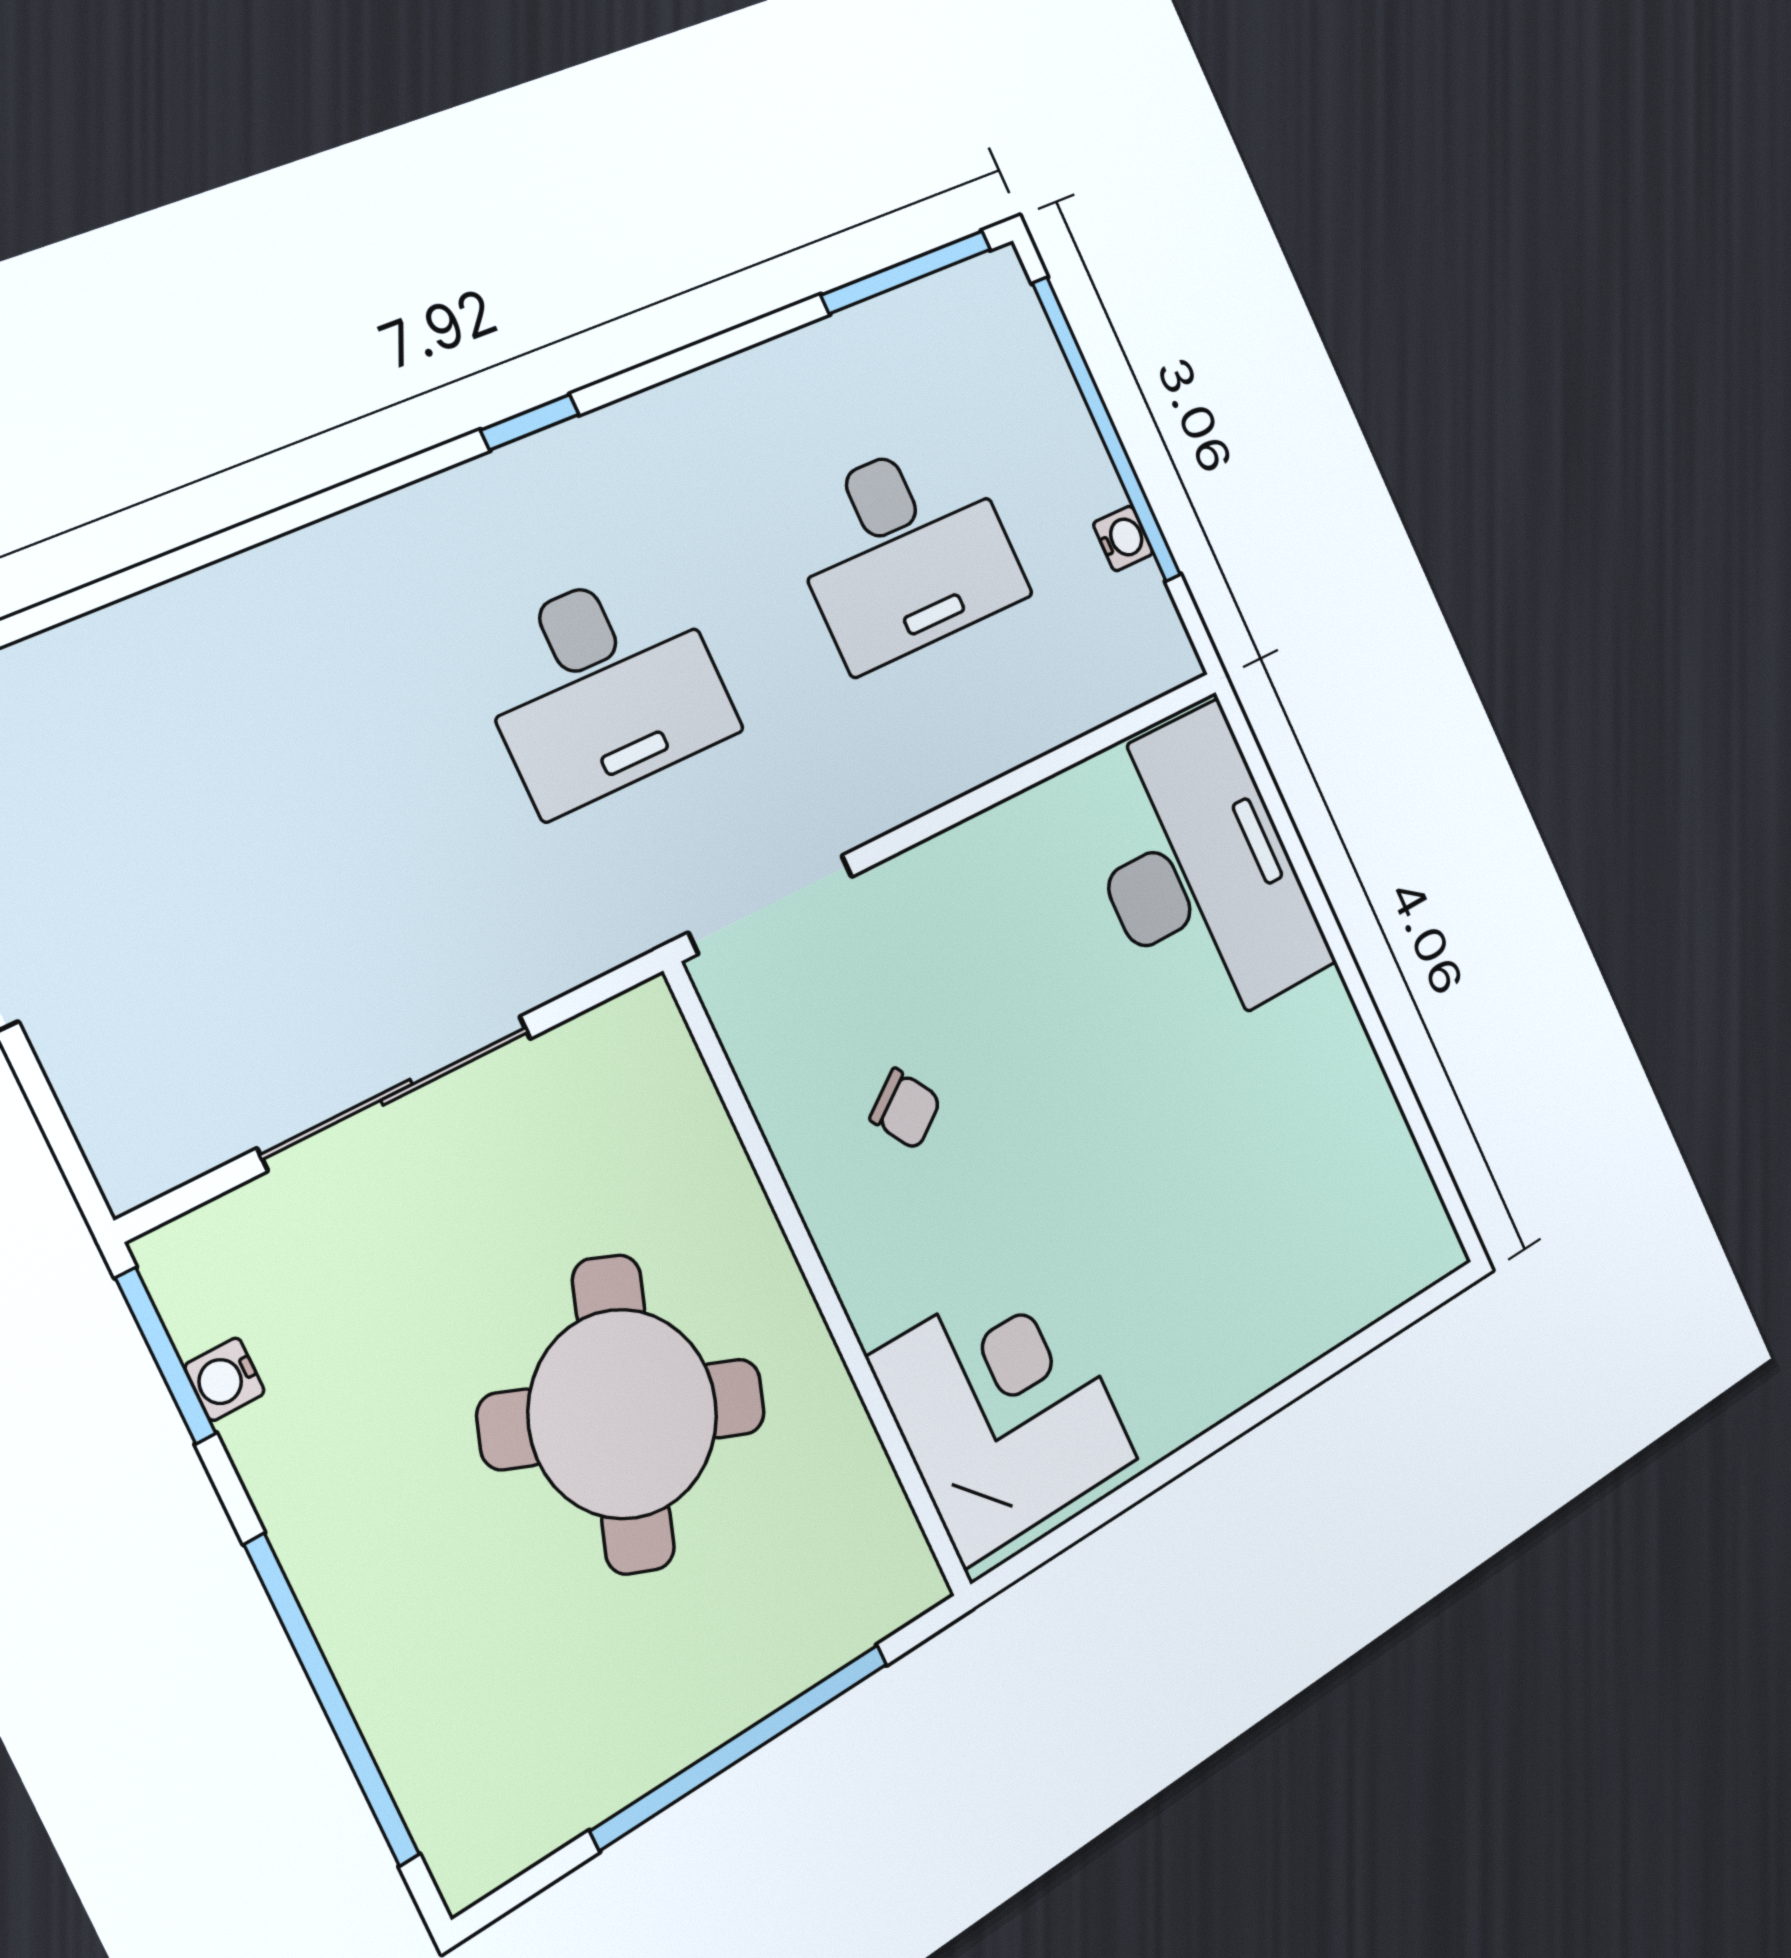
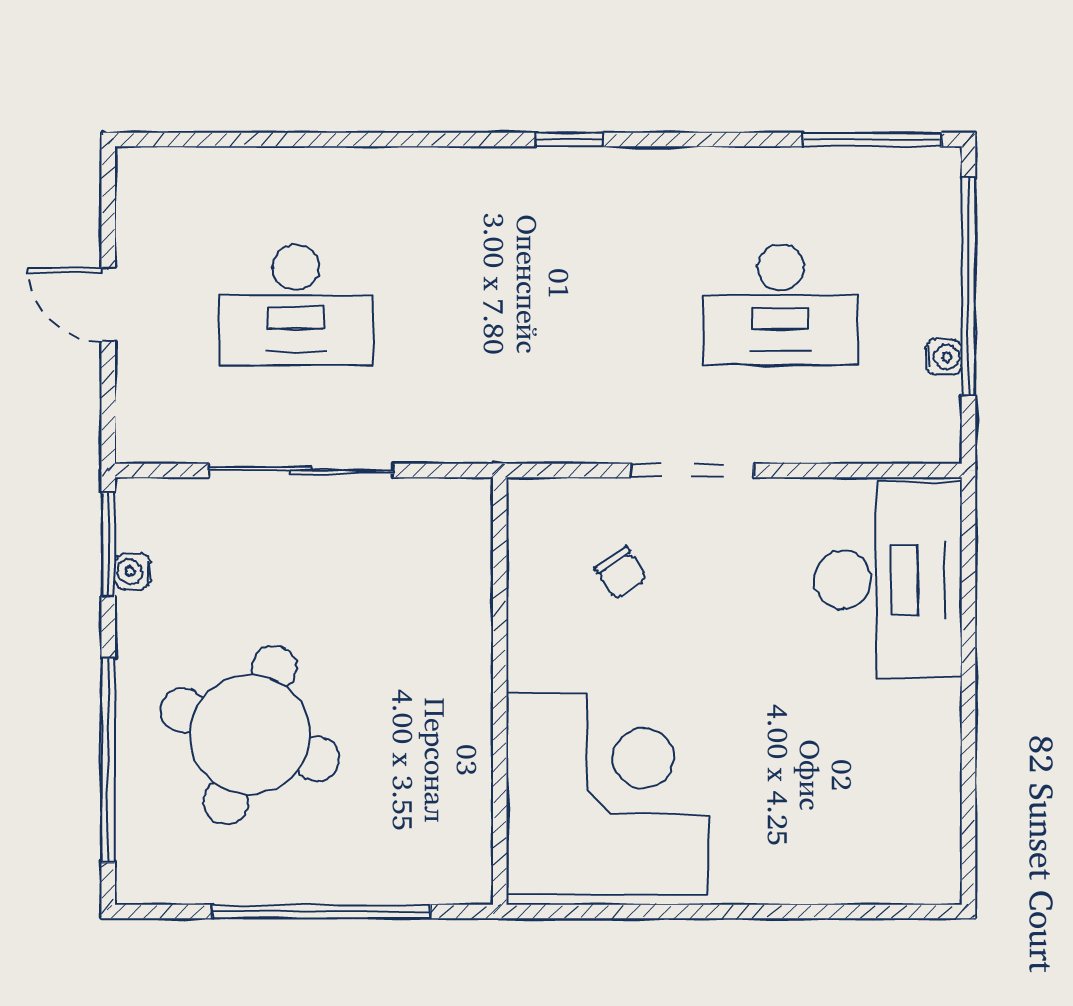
desk: (604, 686) -> (296, 305), moved
doorway: (771, 904) -> (692, 470), moved
chair: (905, 1109) -> (621, 573), moved
corner desk: (1004, 1409) -> (607, 794), width x1.36, depth x1.36
round table: (623, 1414) -> (250, 735), moved

